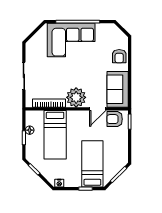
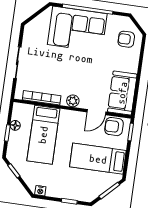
armchair: (119, 56) -> (126, 39), moved, turned 90
plant: (76, 97) -> (73, 101), width x0.53, depth x0.53
bed: (92, 164) -> (98, 159), moved, turned -90

